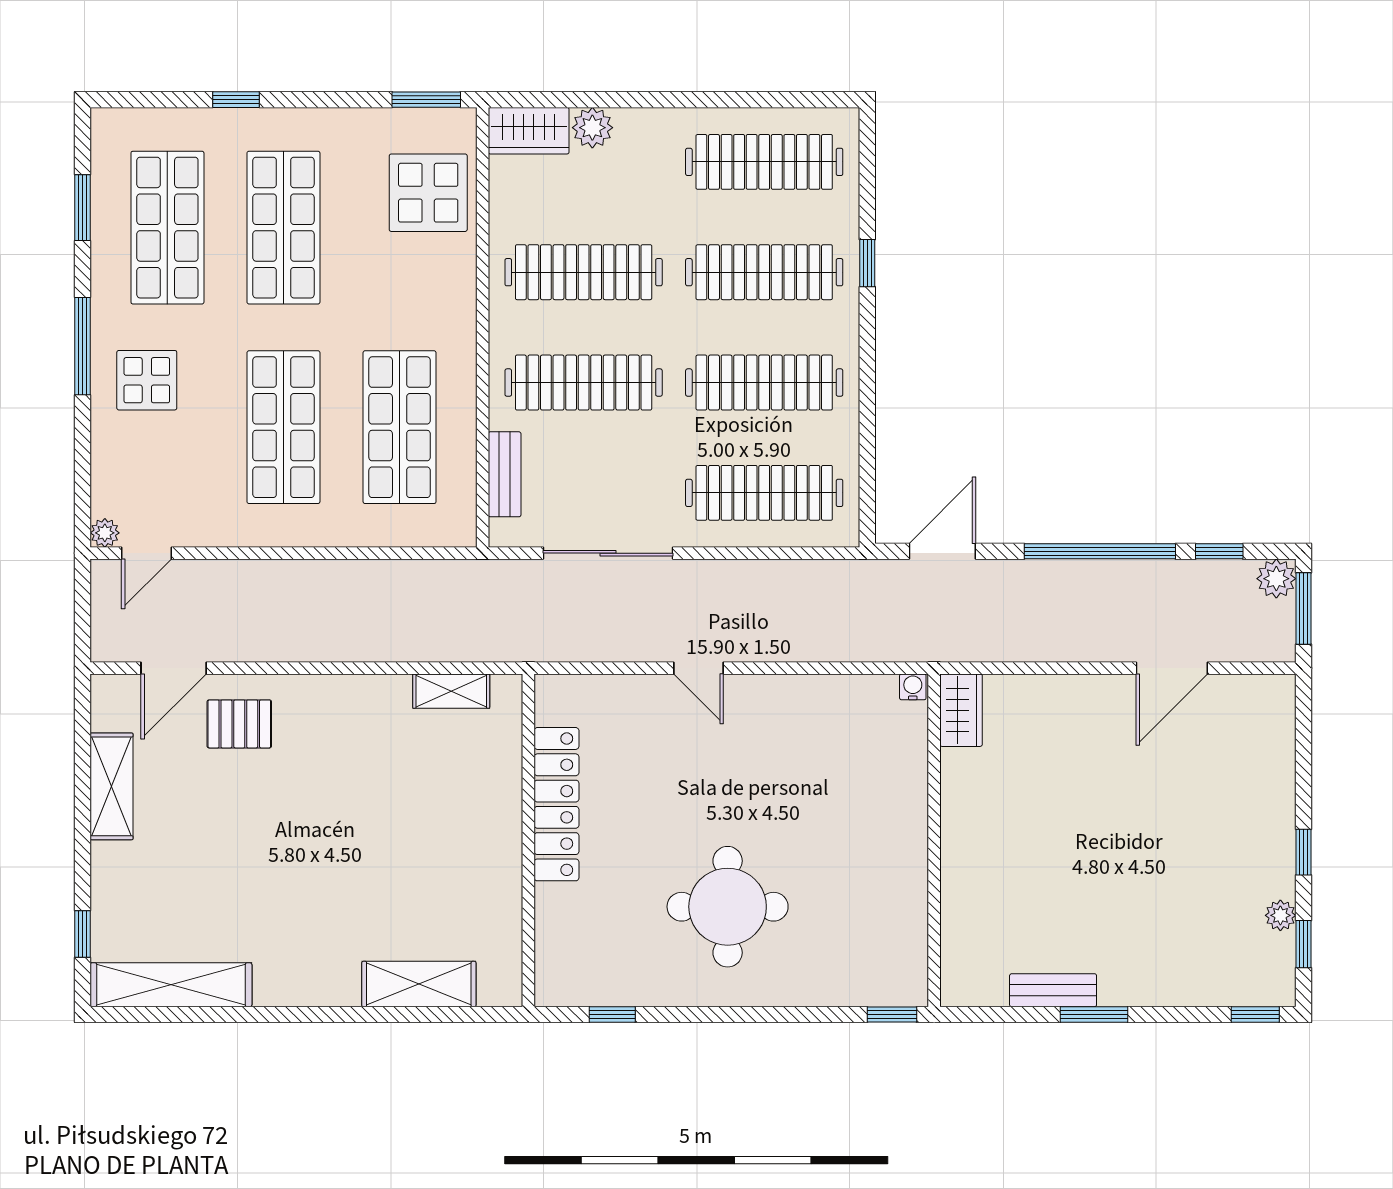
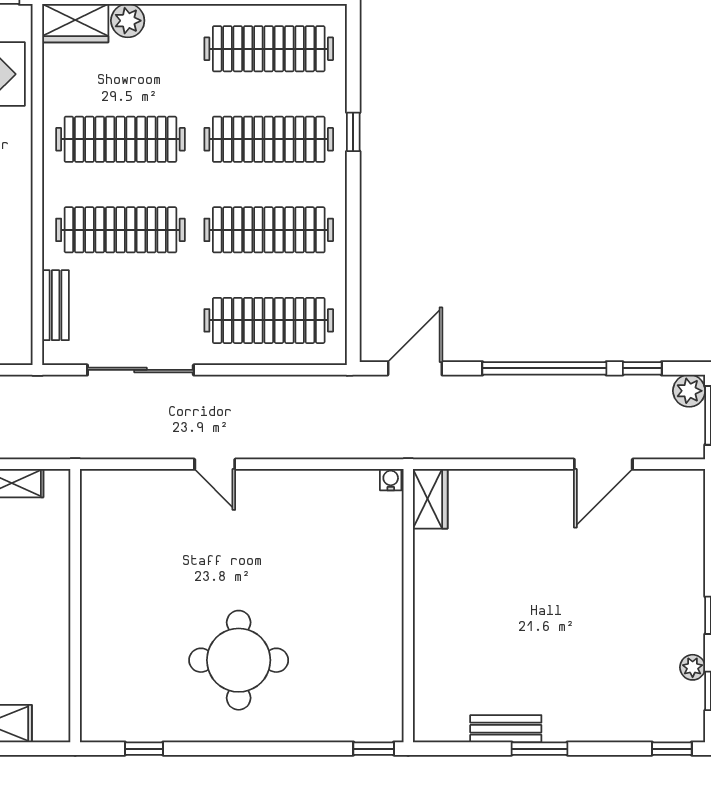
locker: (556, 804) -> (98, 576), removed

